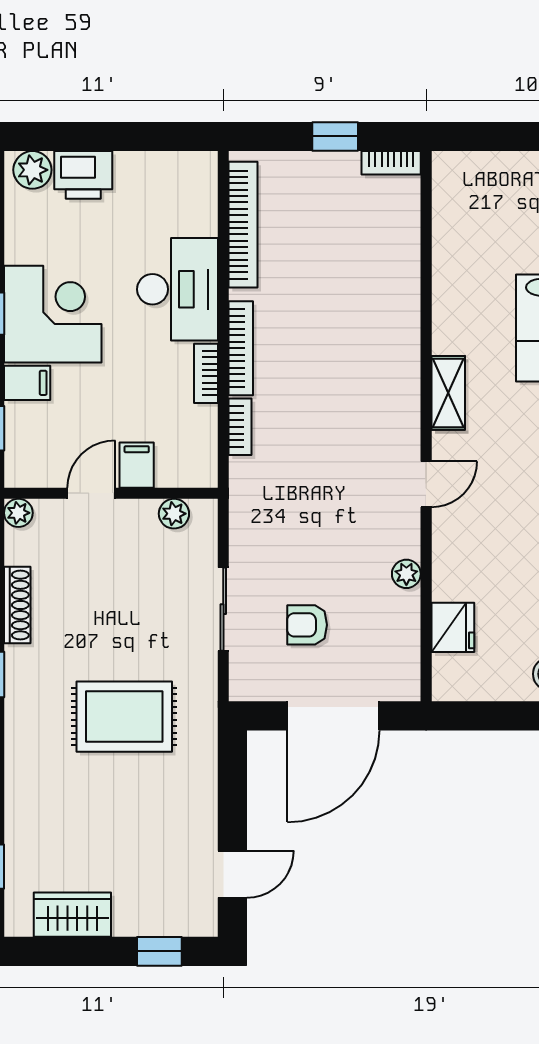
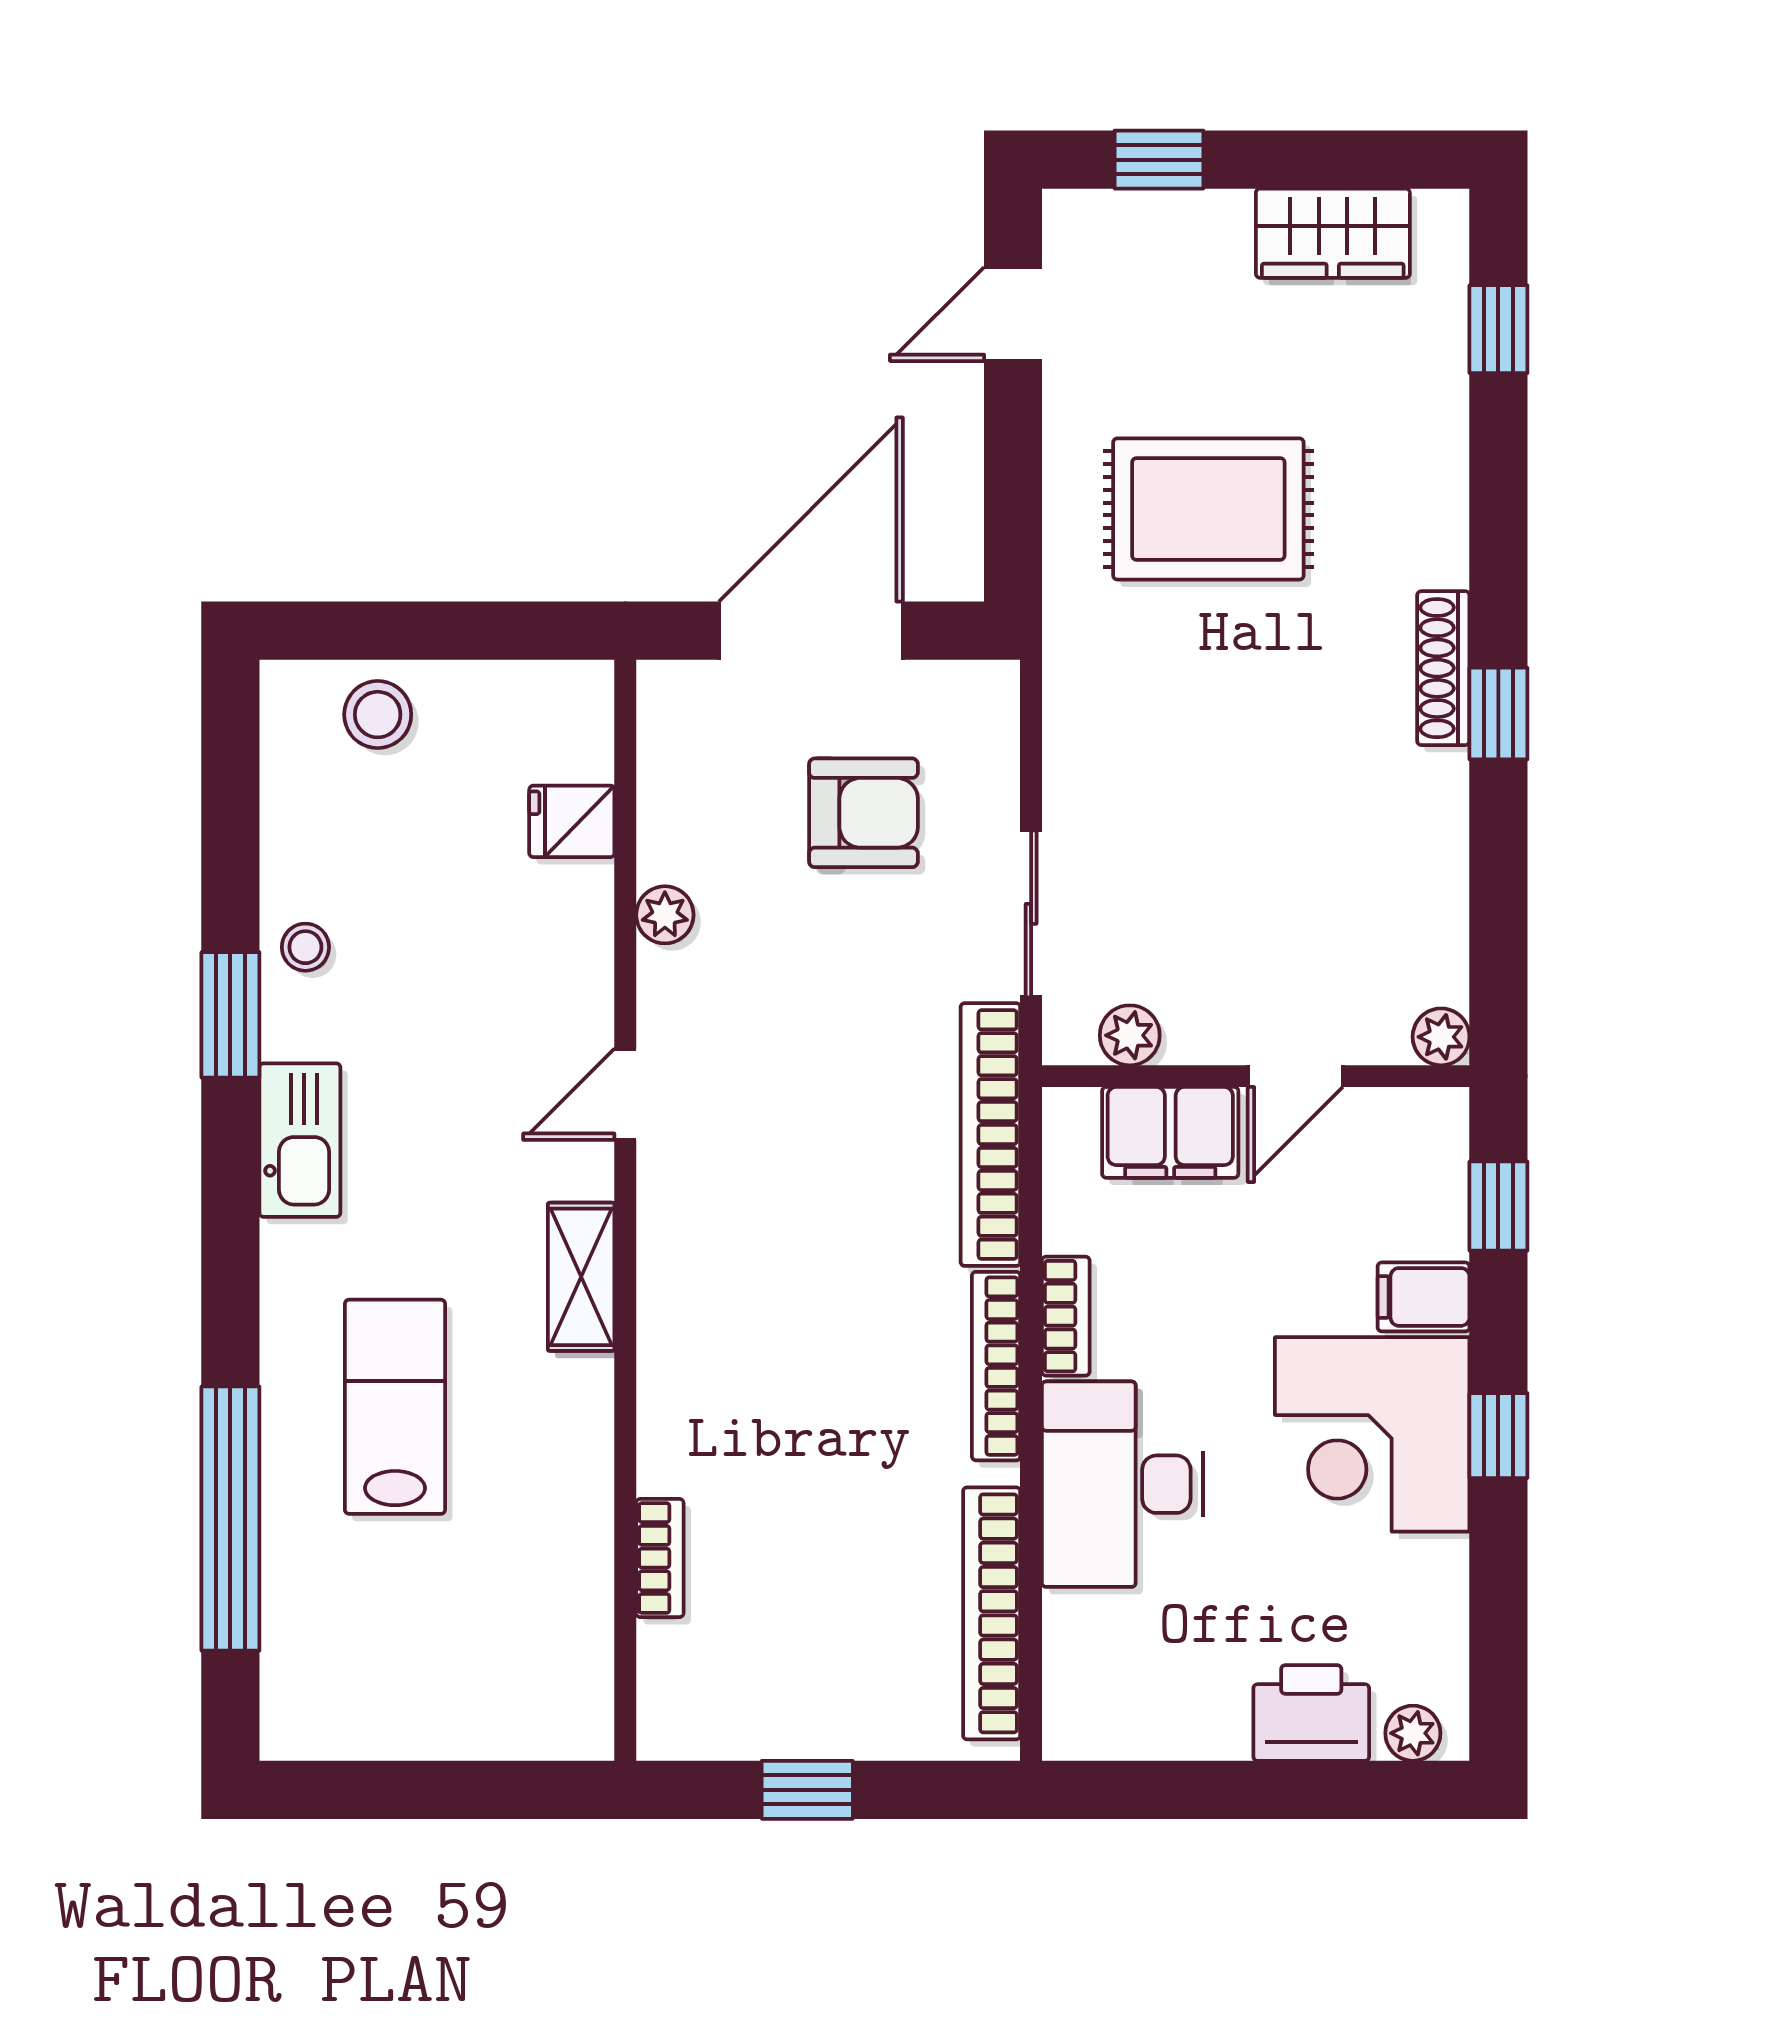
bookcase: (391, 163) -> (660, 1558), moved, turned 90
plant: (32, 170) -> (1413, 1733), width x0.73, depth x0.73
bookcase: (240, 427) -> (990, 1135), width x2.31, depth x1.31
filing cabinet: (137, 465) -> (1170, 1132), width x2.00
shoe rack: (17, 605) -> (1443, 668), moved
sliding door: (223, 609) -> (1031, 914), moved
armchair: (307, 625) -> (863, 813), width x1.38, depth x1.38
fridge: (453, 627) -> (572, 821), width x0.72
rug: (124, 717) -> (1208, 509), moved

